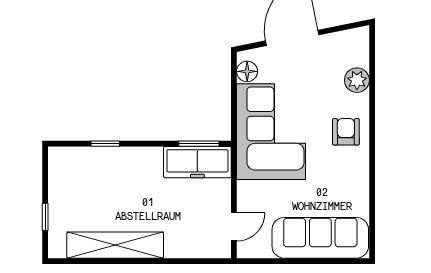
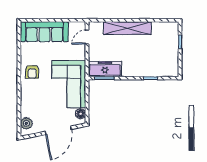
plant: (357, 80) -> (26, 123), moved
armchair: (346, 132) -> (32, 72), moved
shelving: (115, 245) -> (127, 28), moved

